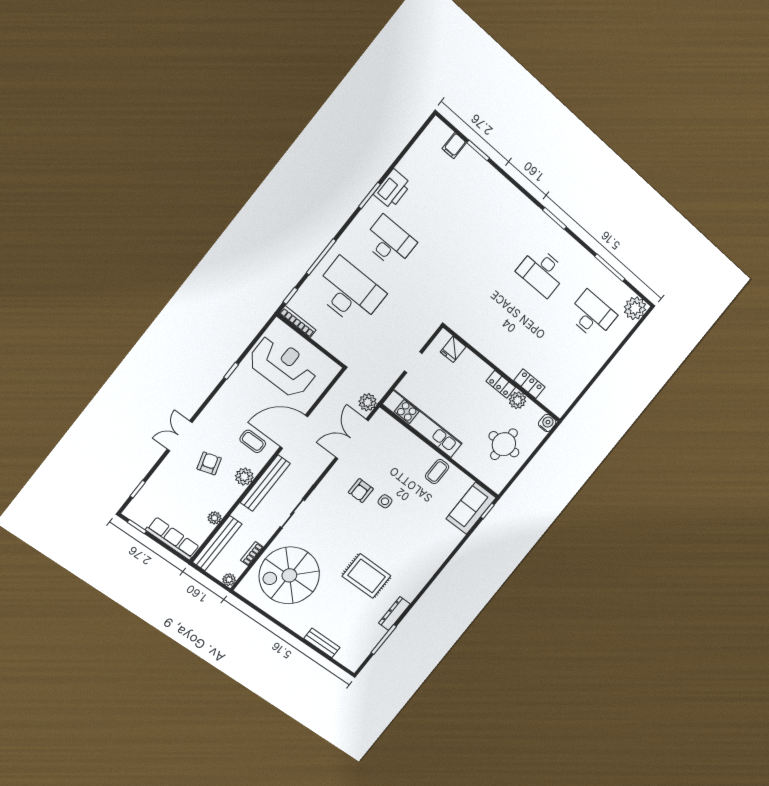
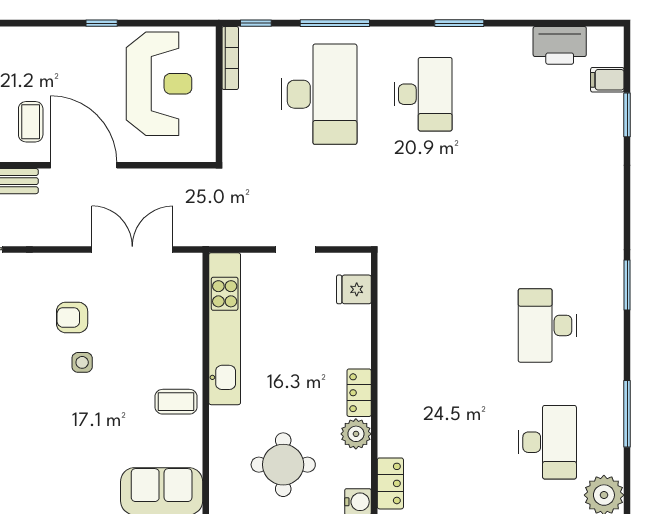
printer: (392, 189) -> (560, 45), moved
locker: (529, 384) -> (390, 483), moved
plant: (368, 402) -> (197, 231), removed

